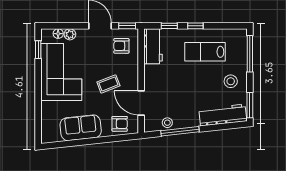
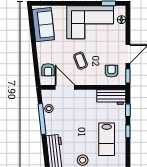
plant: (70, 34) -> (121, 29), removed
lab bench: (205, 52) -> (107, 139), turned 180
door: (141, 103) -> (65, 87), hinge flipped
sofa: (81, 128) -> (43, 25), moved

